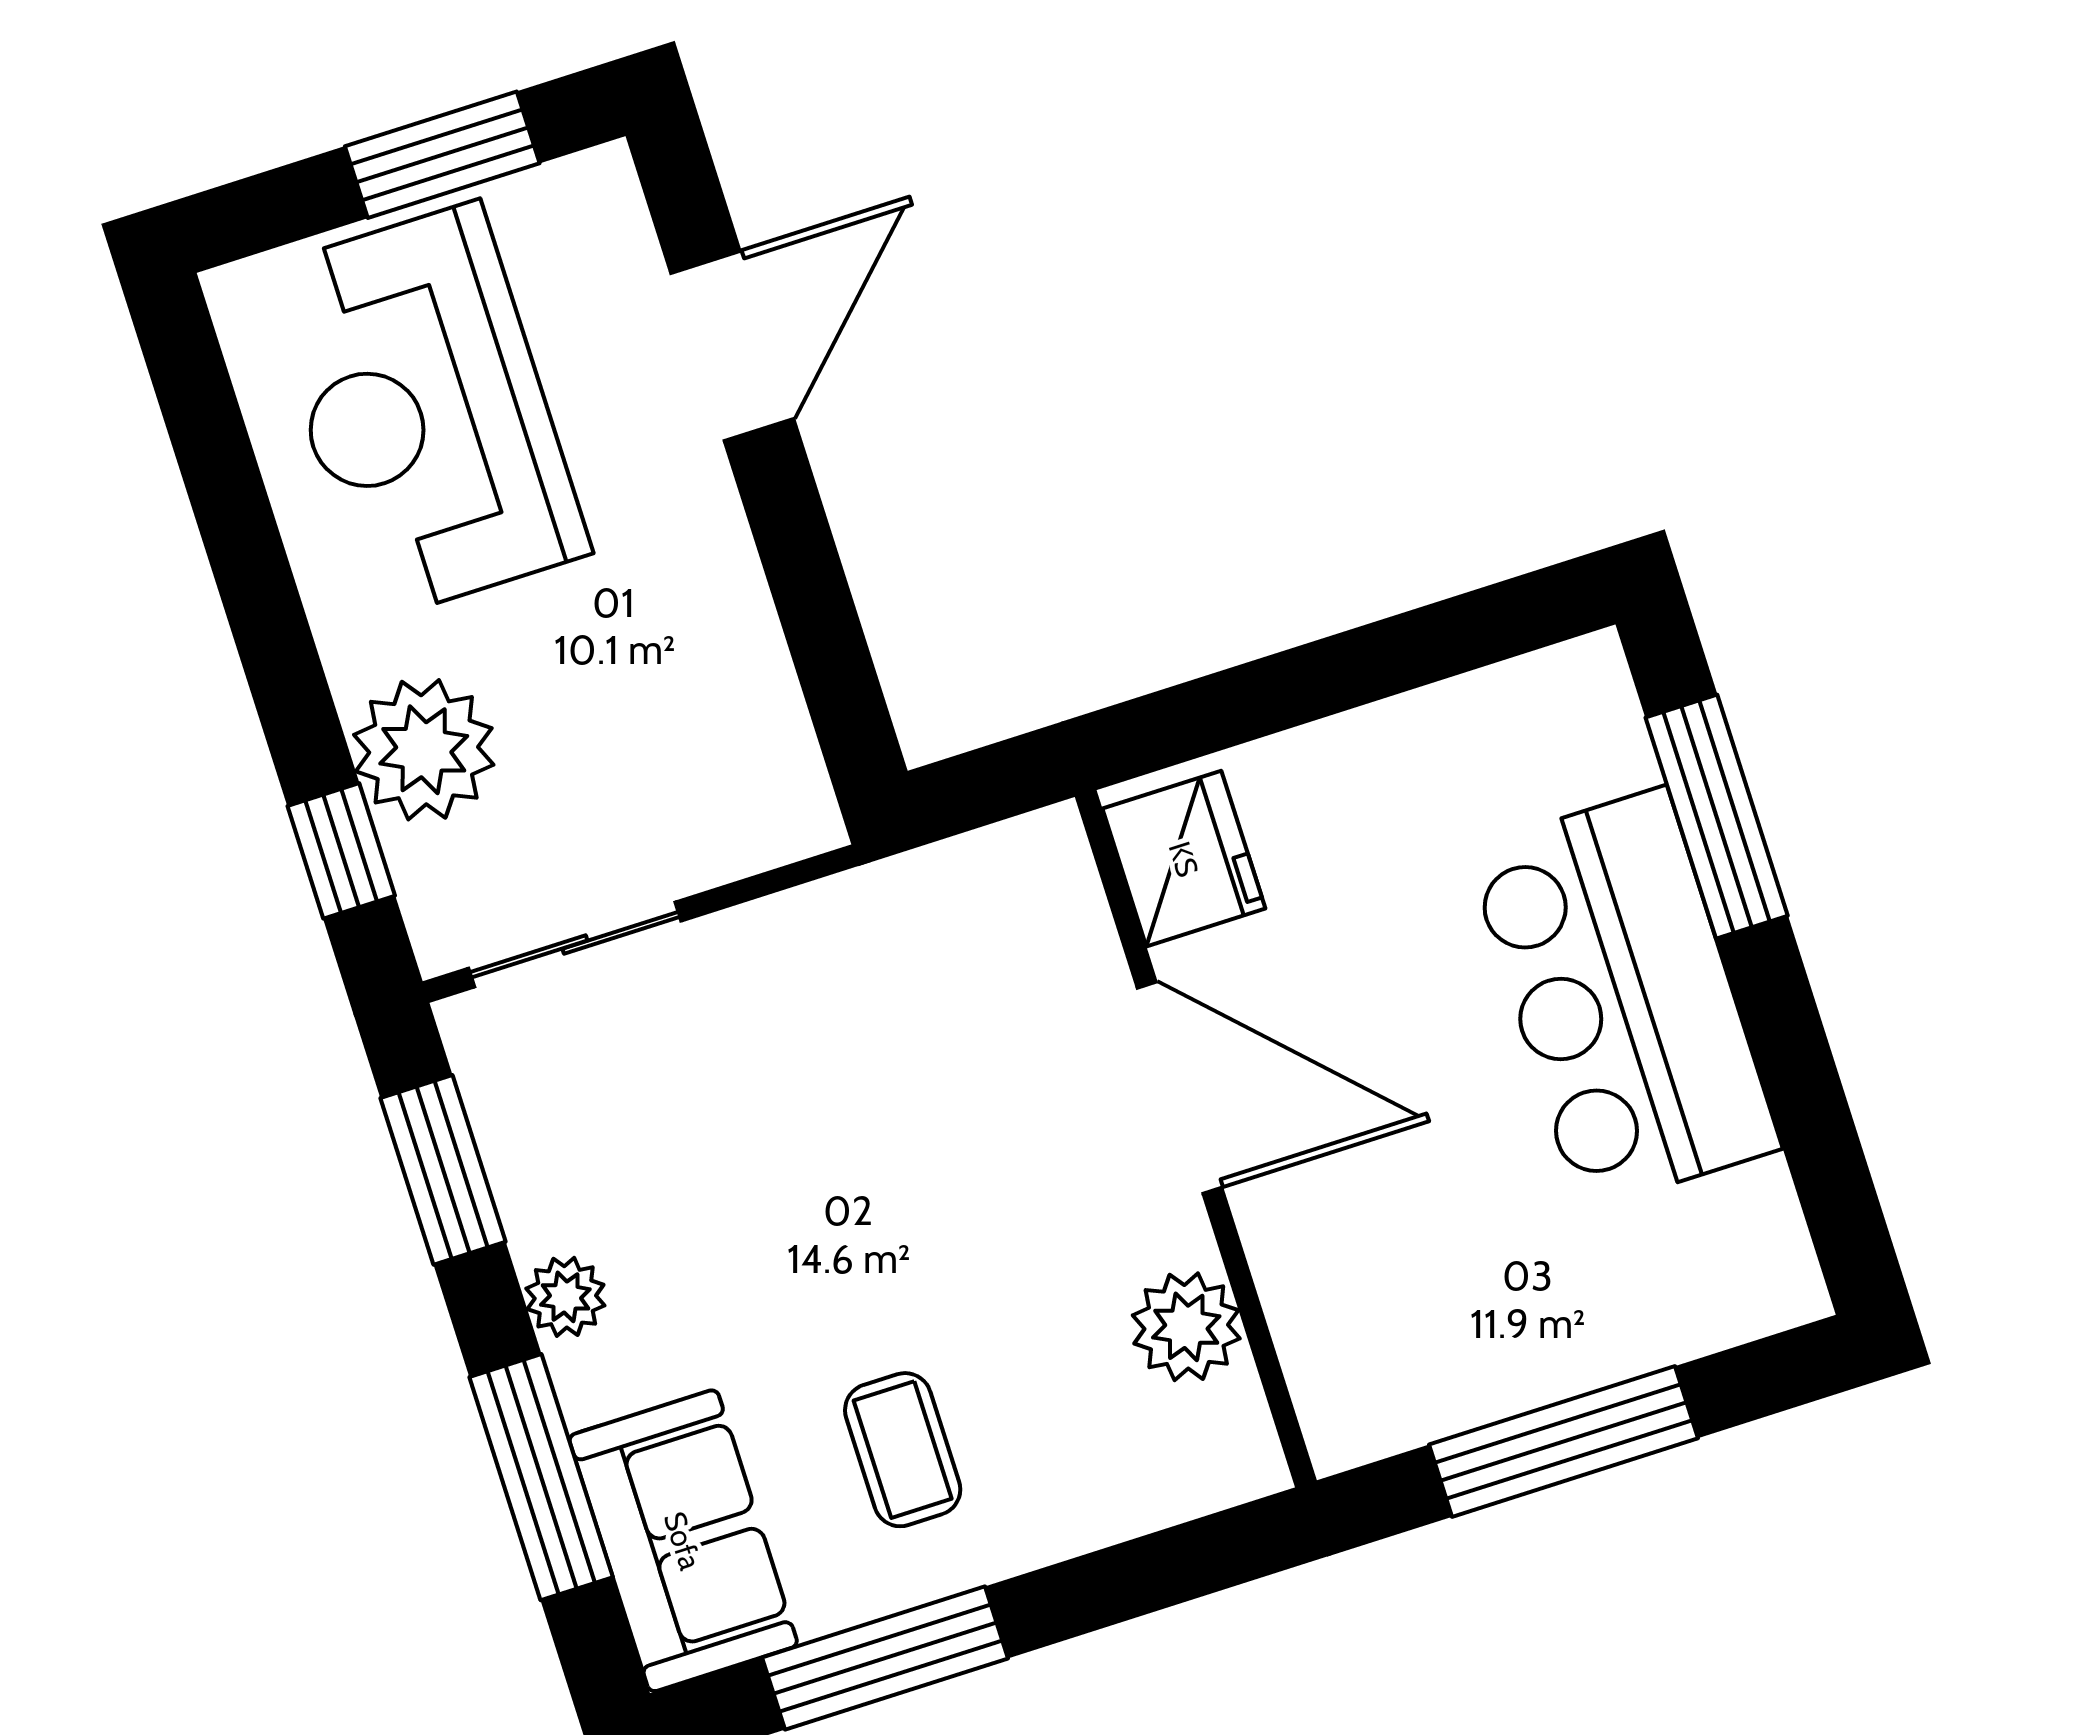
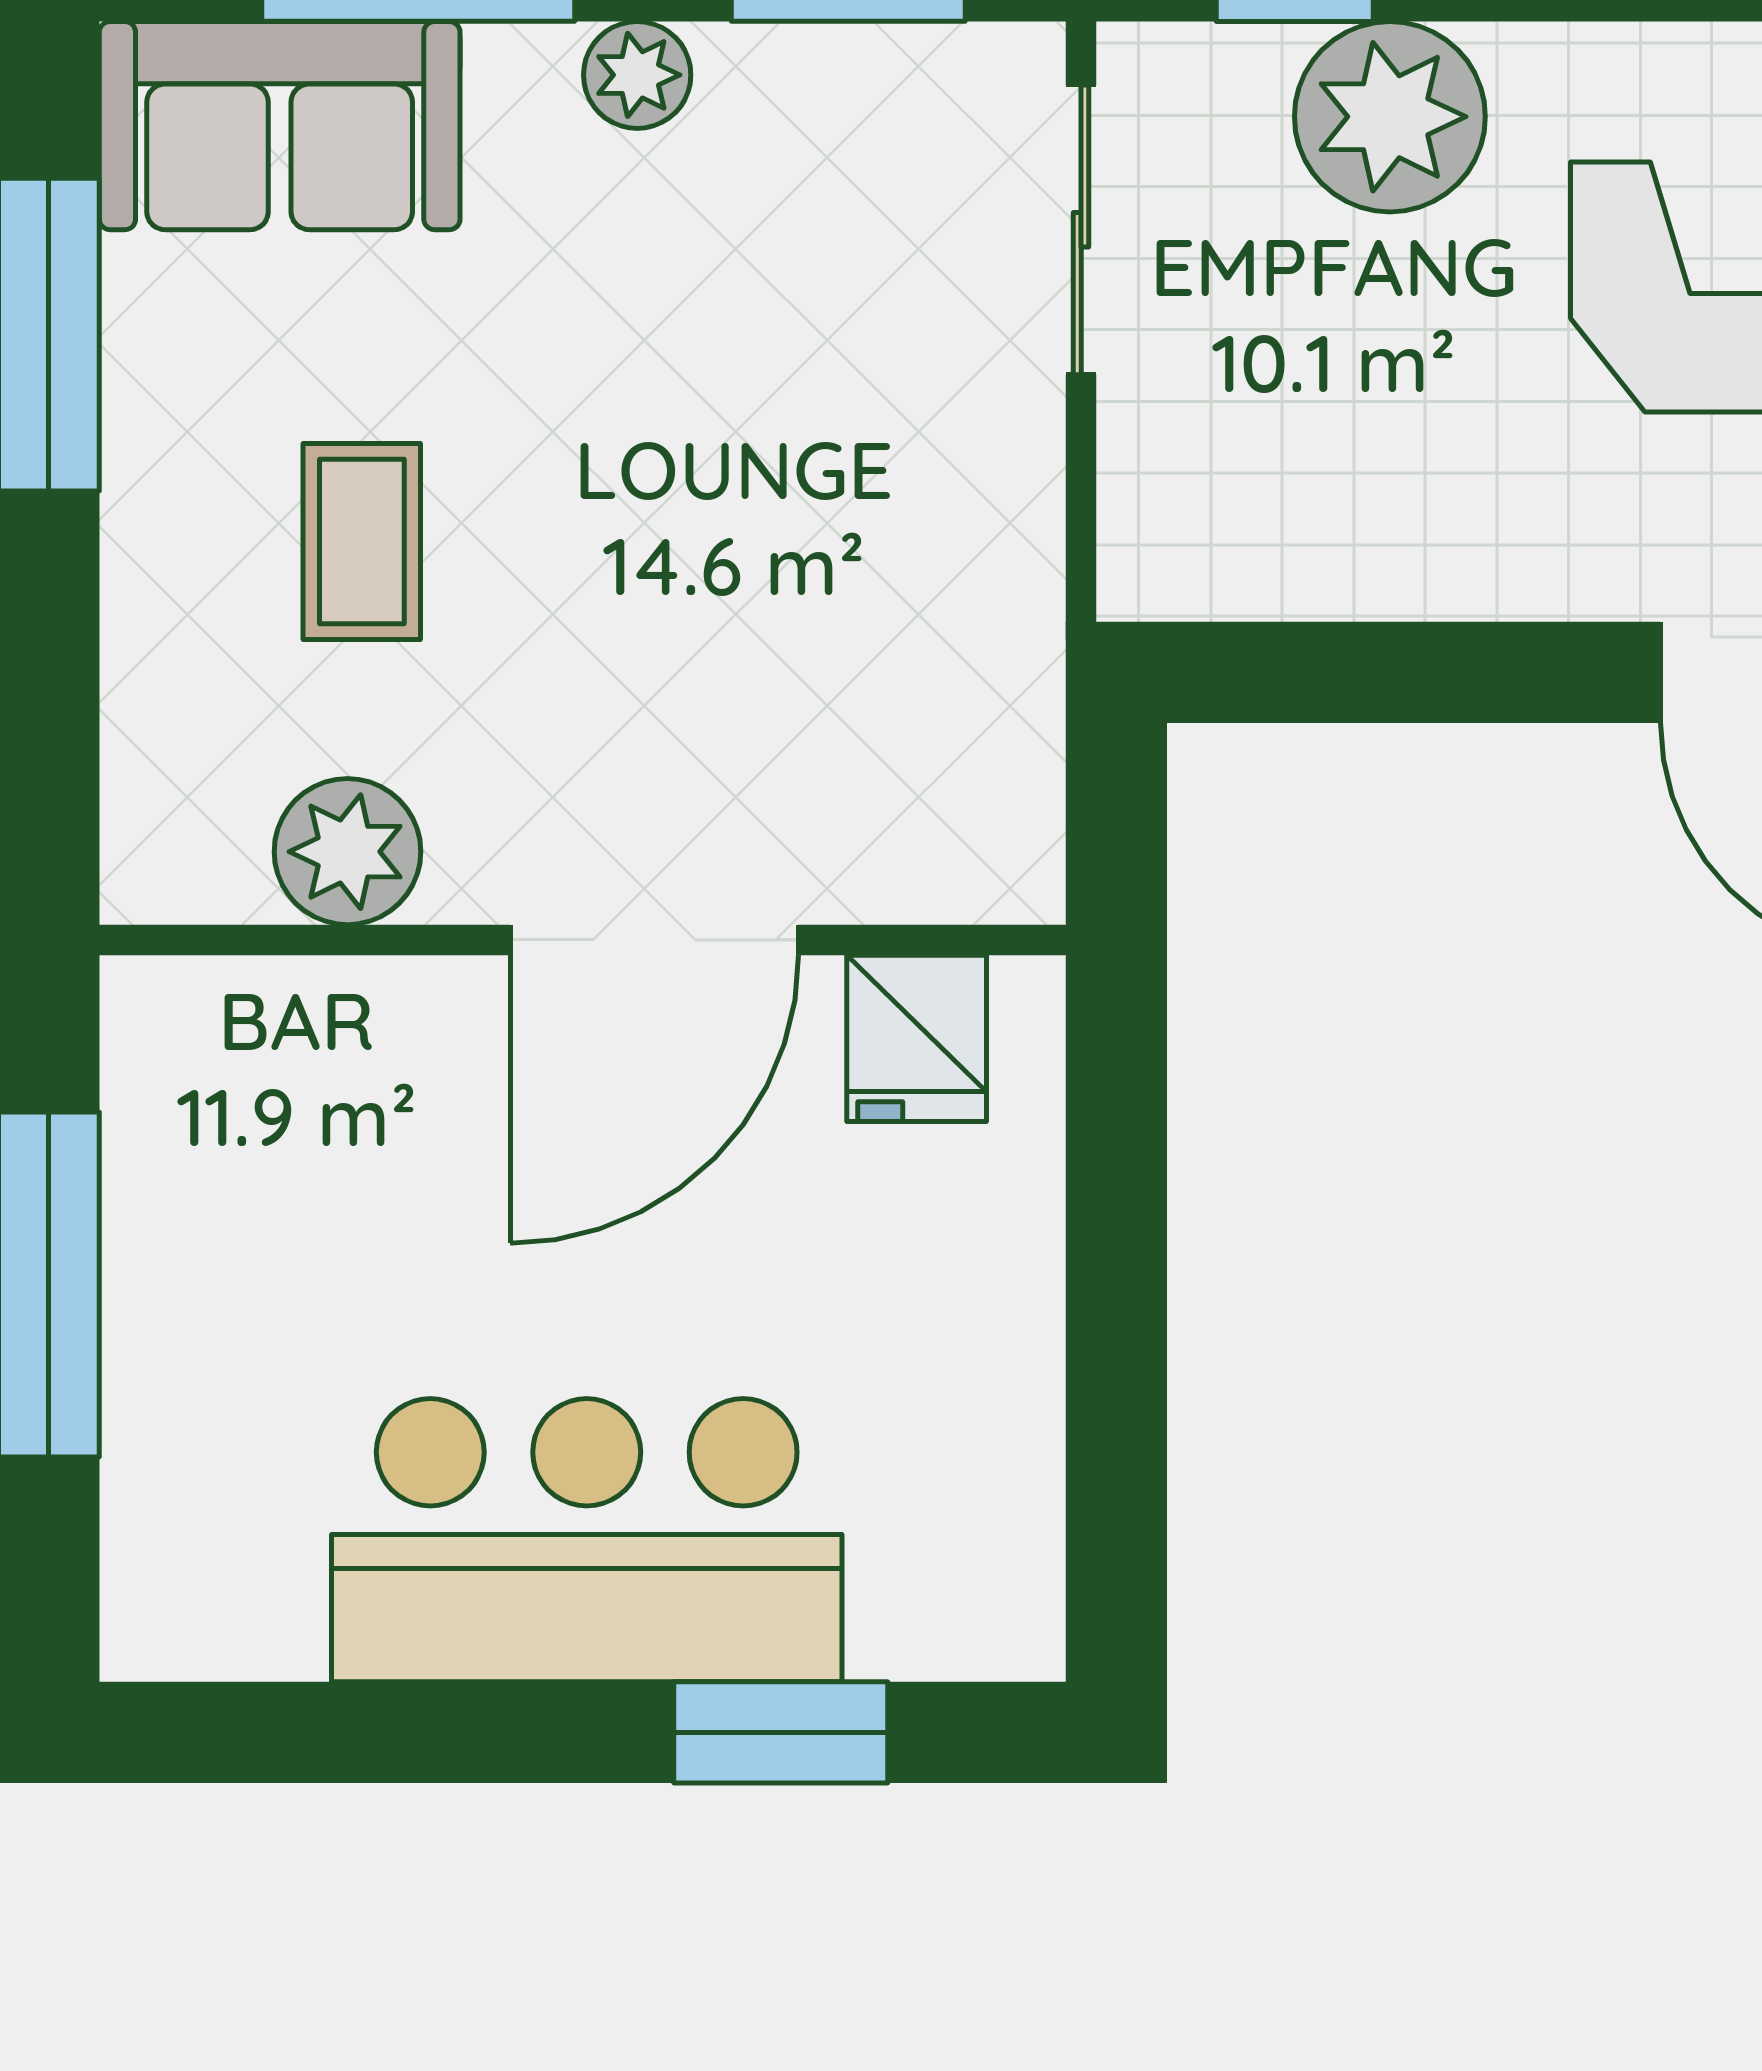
window: (1717, 817) -> (781, 1732), width x0.69
fridge: (1184, 859) -> (917, 1038), width x0.72
coffee table: (903, 1450) -> (362, 541), moved, turned 90

